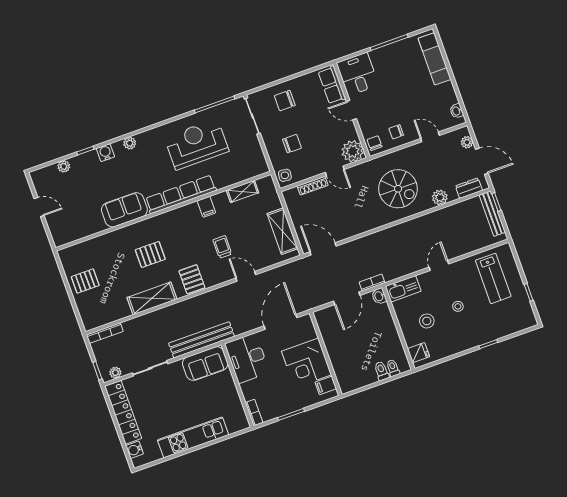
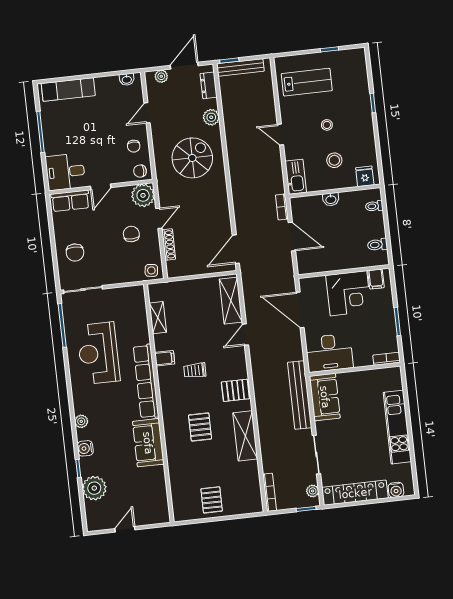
chair: (292, 144) -> (131, 234), moved
plant: (64, 166) -> (94, 488), width x1.88, depth x1.88
shelving: (282, 231) -> (231, 301), moved, turned 90
trolley: (222, 247) -> (195, 370), moved
washbasin: (379, 296) -> (331, 199), moved
toilet: (382, 371) -> (377, 245), moved

